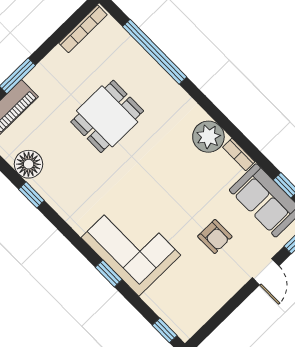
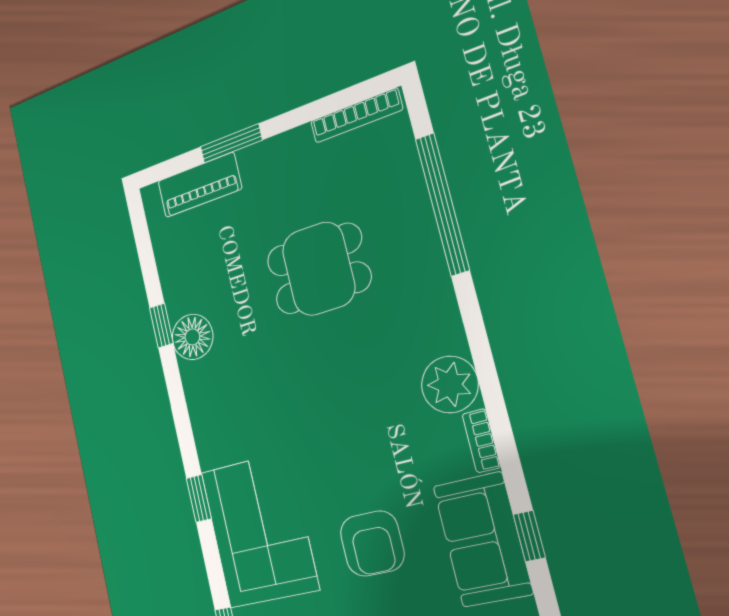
floor lamp: (29, 164) -> (192, 337), moved
armchair: (215, 236) -> (372, 544), width x1.38, depth x1.38
corner sofa: (131, 246) -> (259, 530), moved

